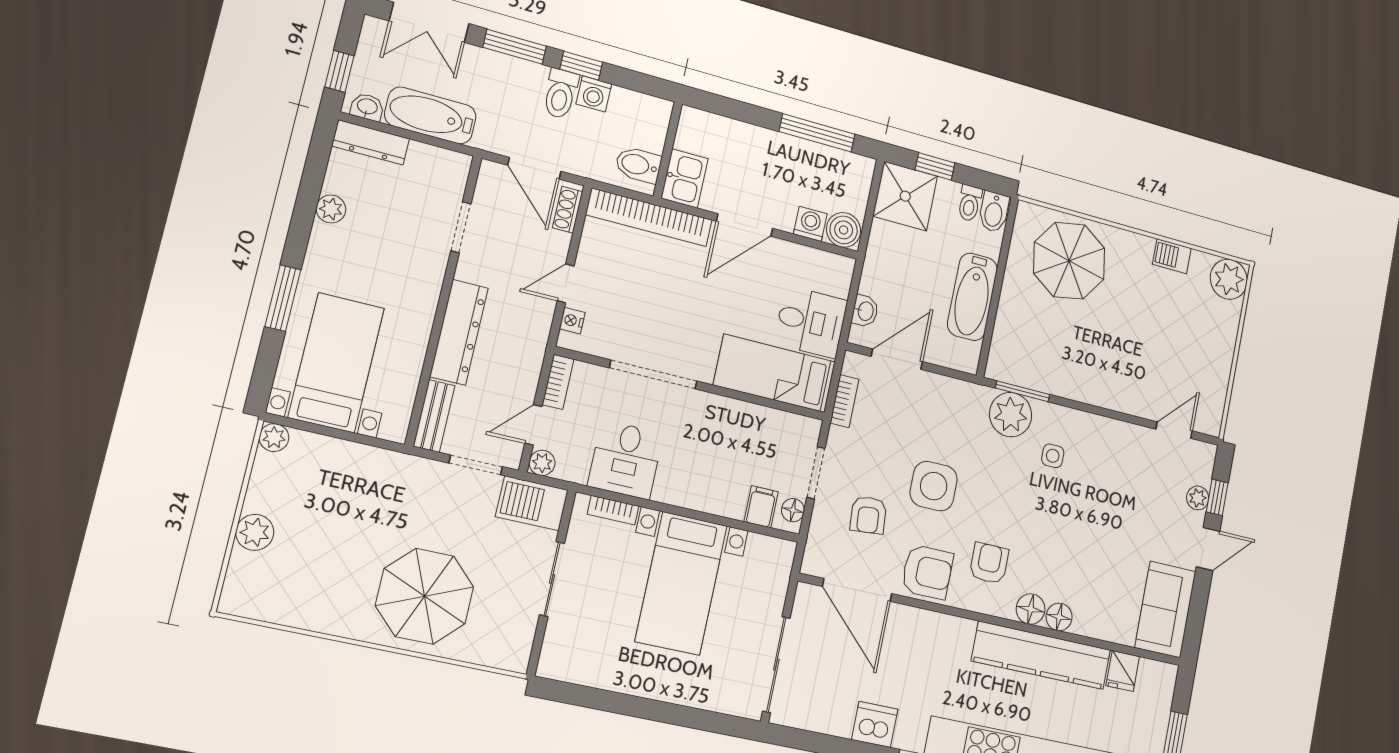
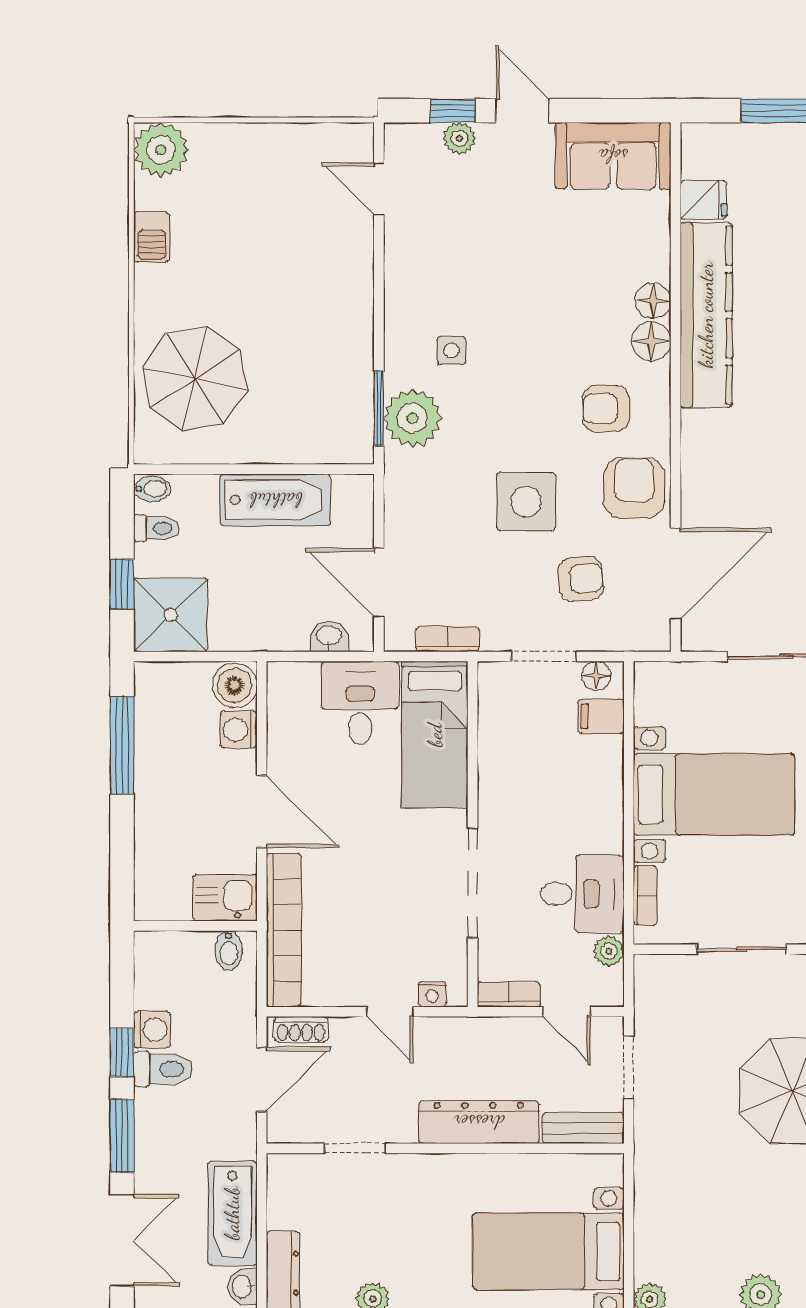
bidet: (638, 165) -> (229, 950), width x0.72, depth x0.74
bidet: (994, 212) -> (152, 489), width x0.72, depth x0.74
plant: (542, 463) -> (609, 951), moved
barbecue: (532, 503) -> (659, 993), removed

